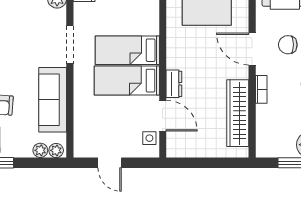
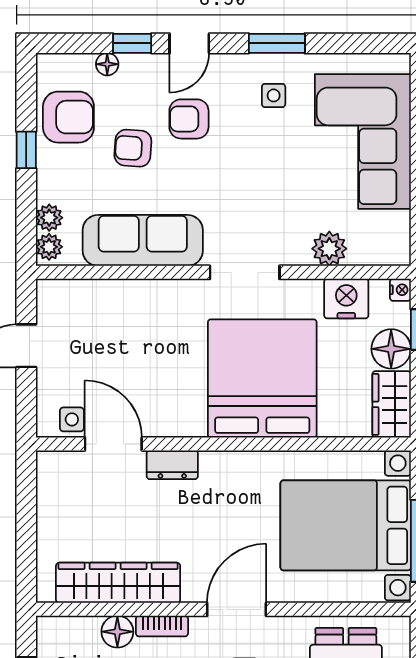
bed: (127, 50) -> (262, 378), width x2.04
bed: (127, 81) -> (178, 378), removed
floor lamp: (264, 113) -> (117, 632), added
door: (163, 116) -> (113, 444), swing flipped

